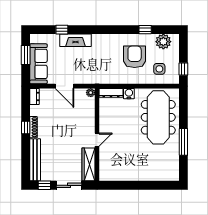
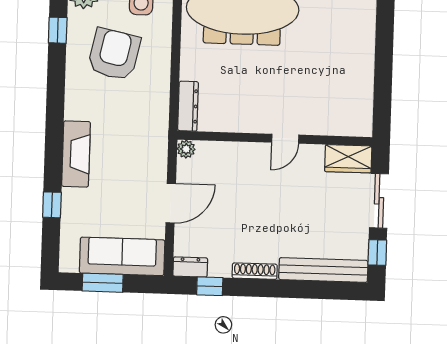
fireplace: (75, 40) -> (76, 154), moved
armchair: (135, 57) -> (114, 54), turned 102
water cooler: (129, 94) -> (191, 69), removed
window: (26, 128) -> (210, 286), moved
door: (97, 140) -> (285, 139), swing flipped
wardrobe: (89, 164) -> (348, 159), width x0.67

